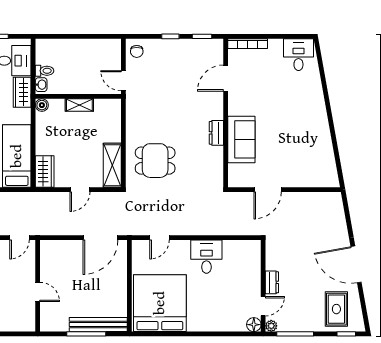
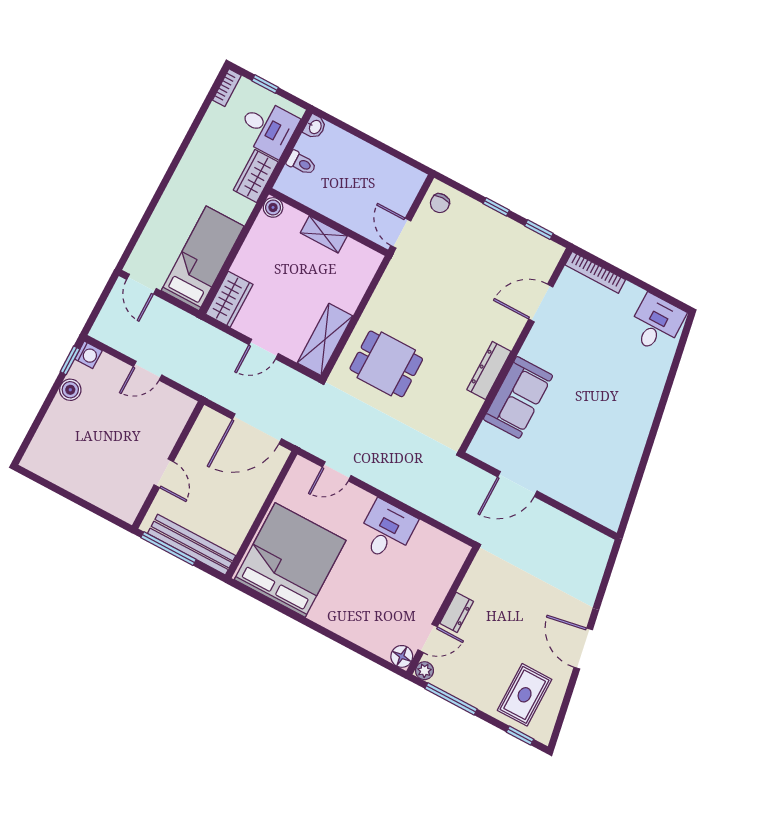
washbasin: (41, 85) -> (315, 127), moved
dresser: (216, 133) -> (489, 370), width x1.44
door: (356, 264) -> (583, 648), width x0.73
wall: (38, 286) -> (168, 465), moved
door: (38, 292) -> (164, 473), moved

